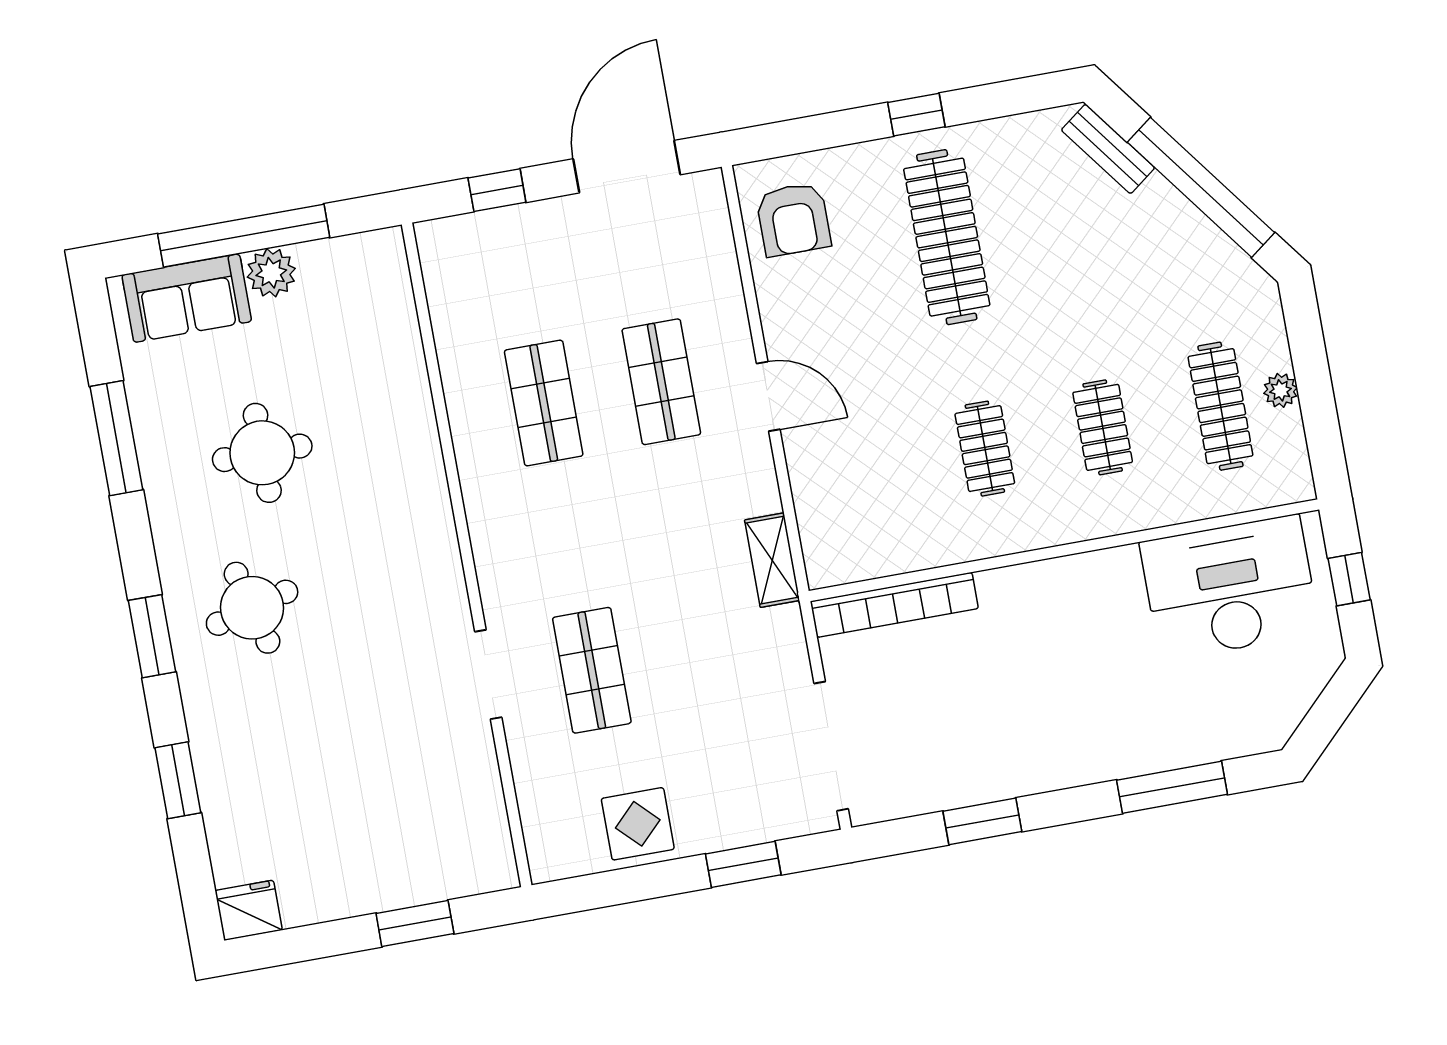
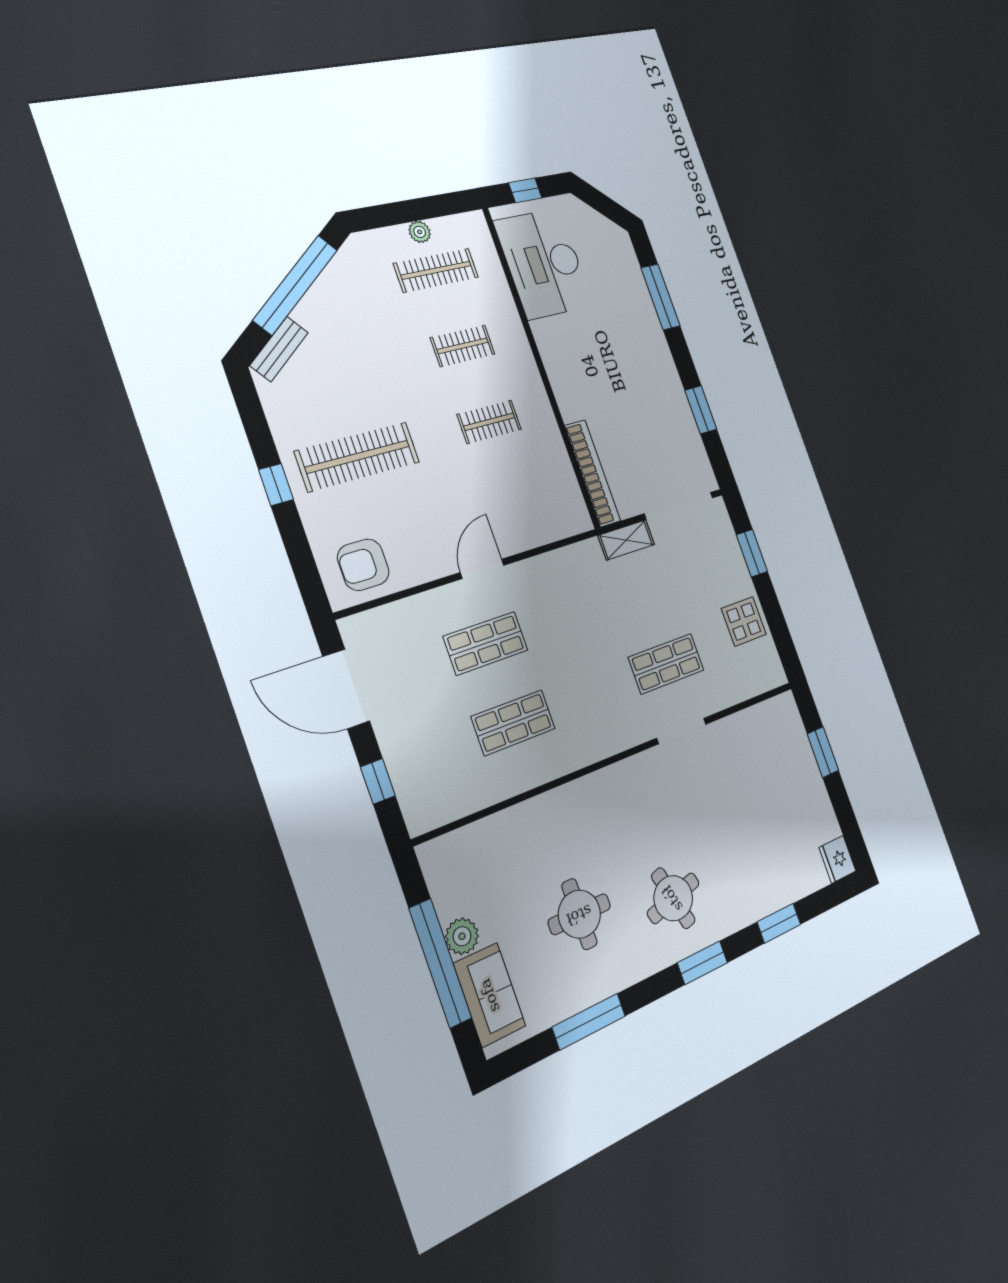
armchair: (793, 219) -> (363, 565), turned 180
shelving: (772, 560) -> (626, 540), moved

